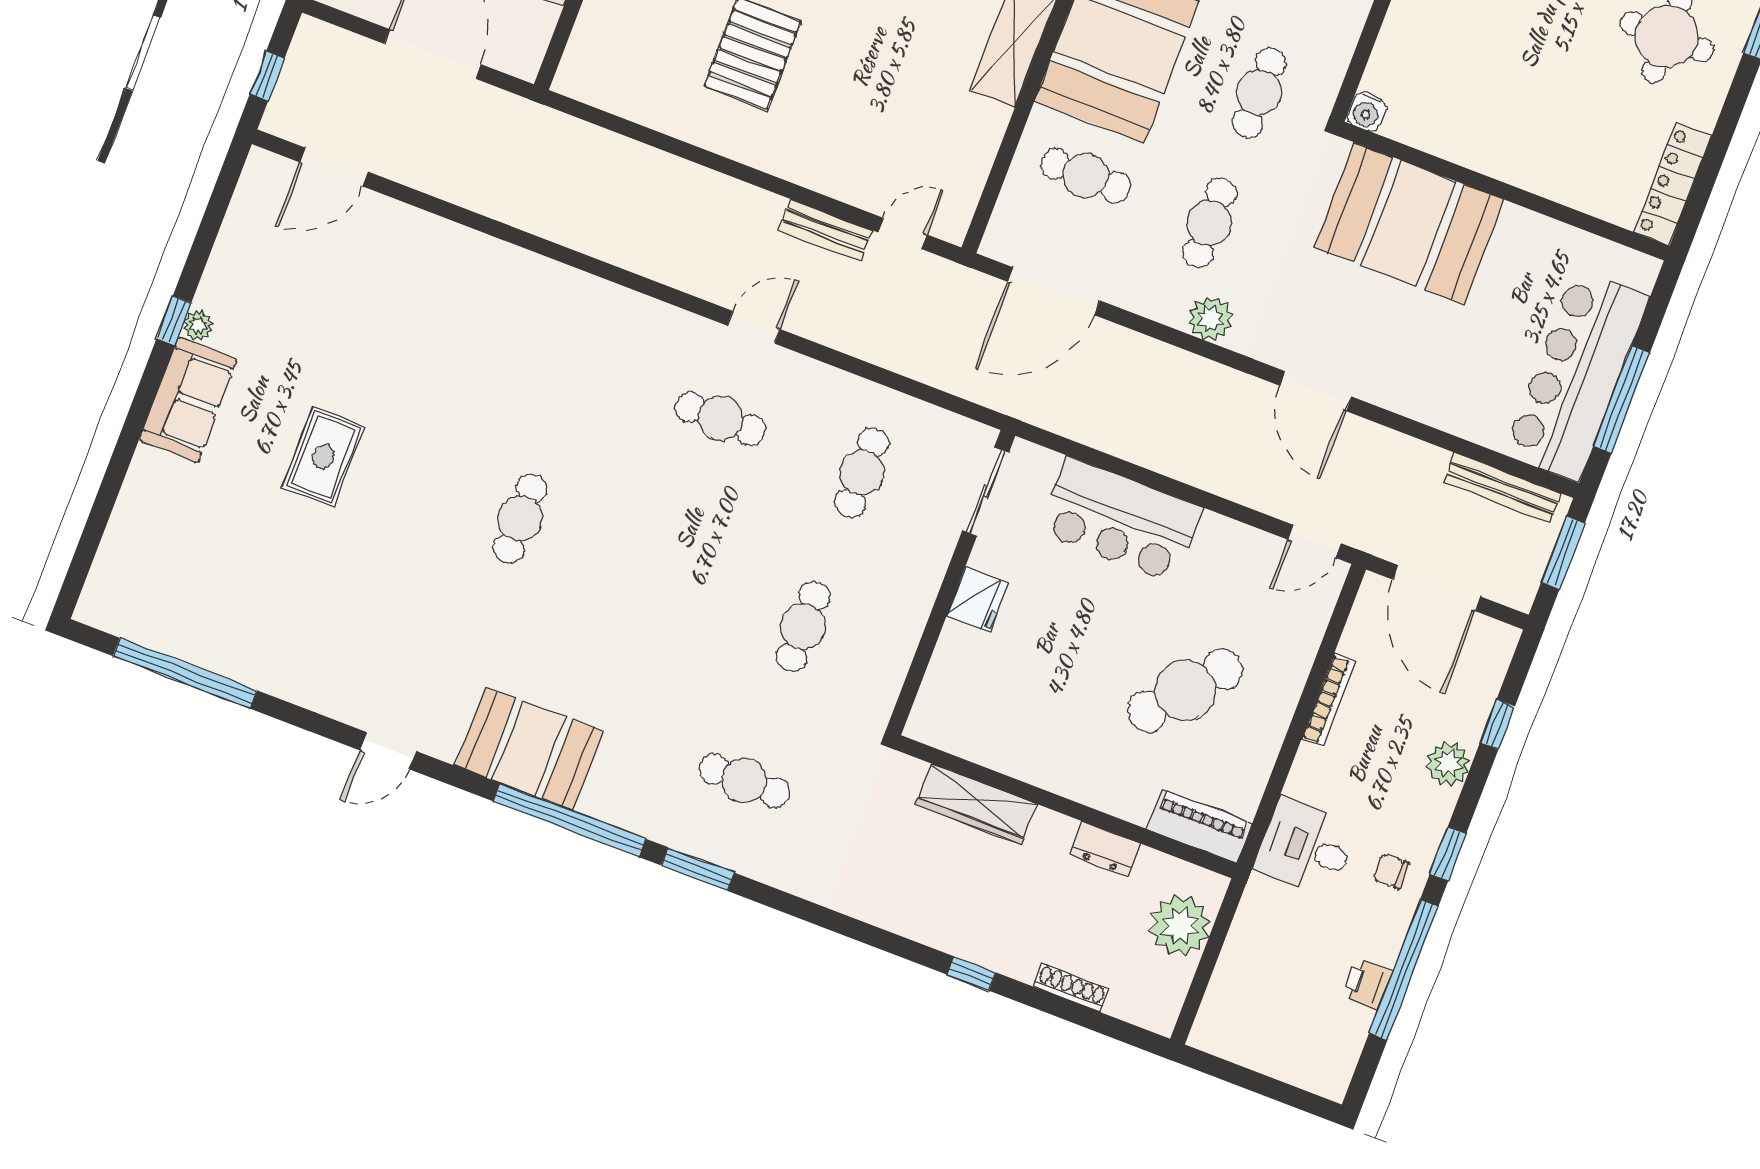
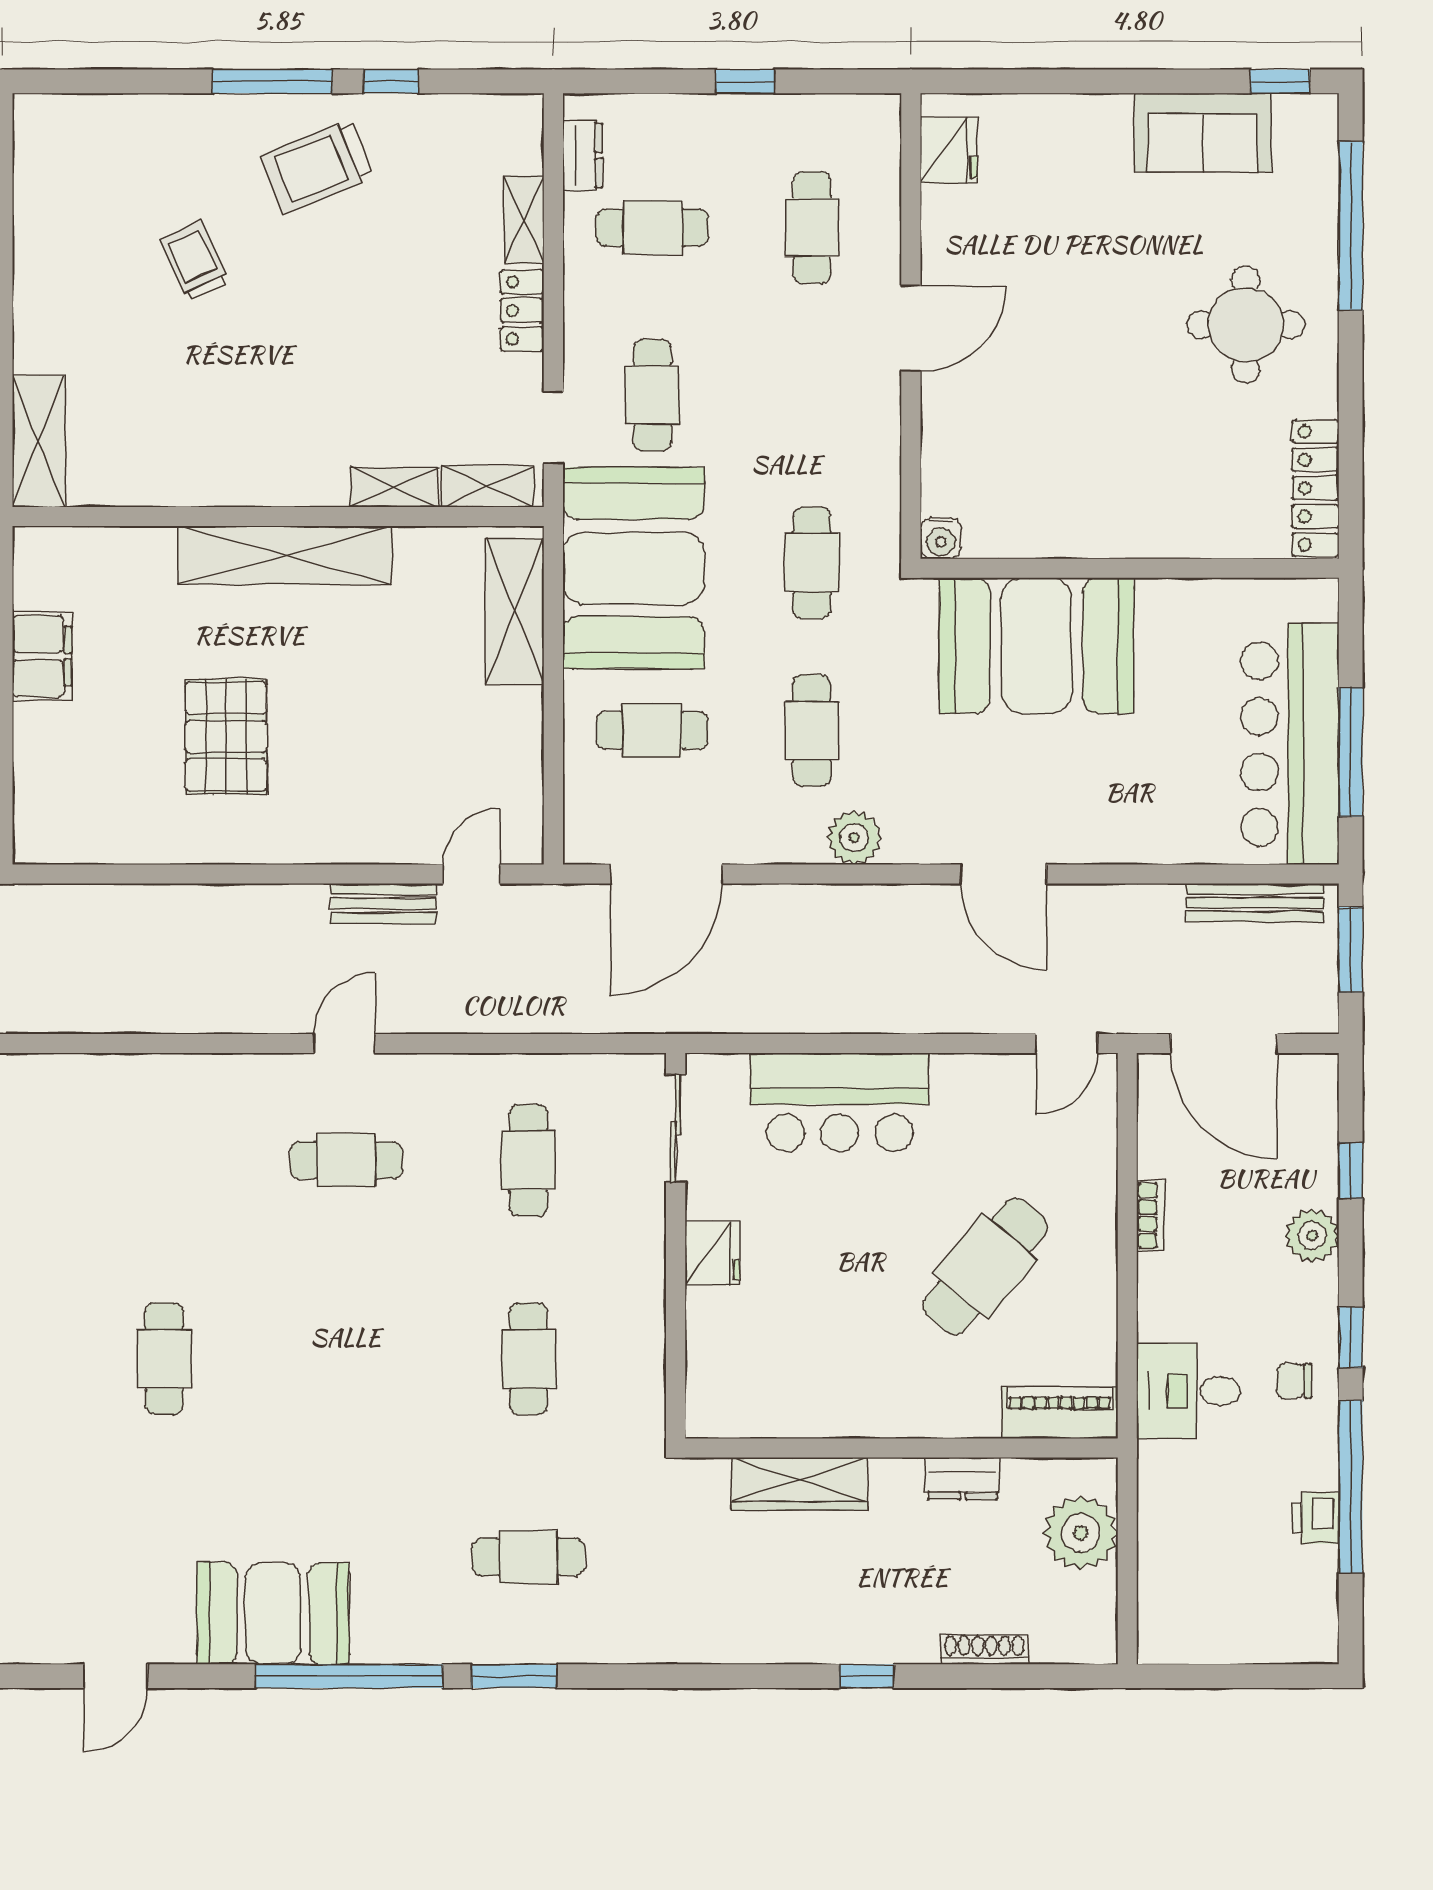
bookcase: (1329, 700) -> (1151, 1216), width x0.64

